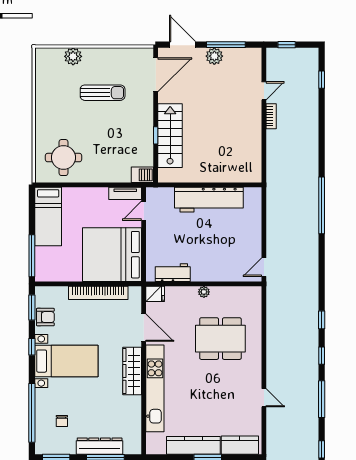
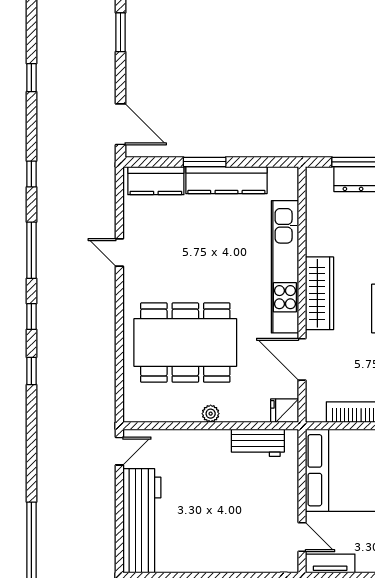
workbench: (209, 200) -> (142, 521), moved, turned 90
door: (144, 211) -> (302, 537), hinge flipped
dining table: (220, 339) -> (185, 343), width x1.36, depth x1.24

